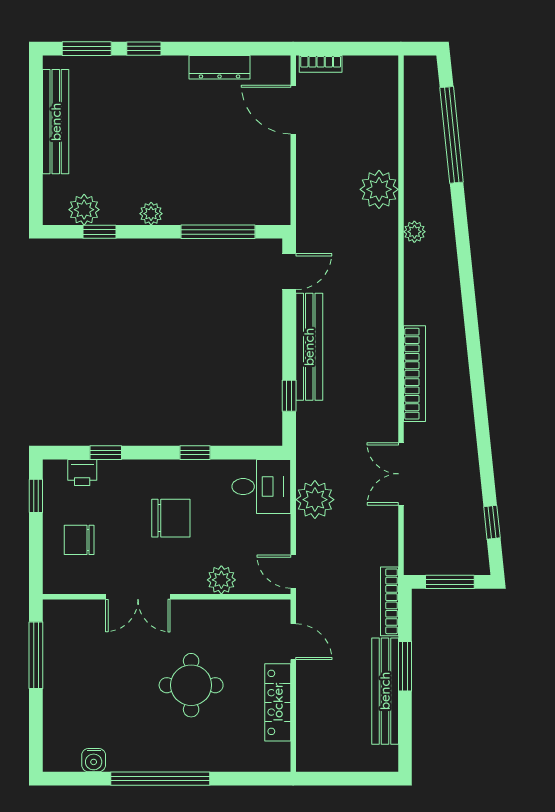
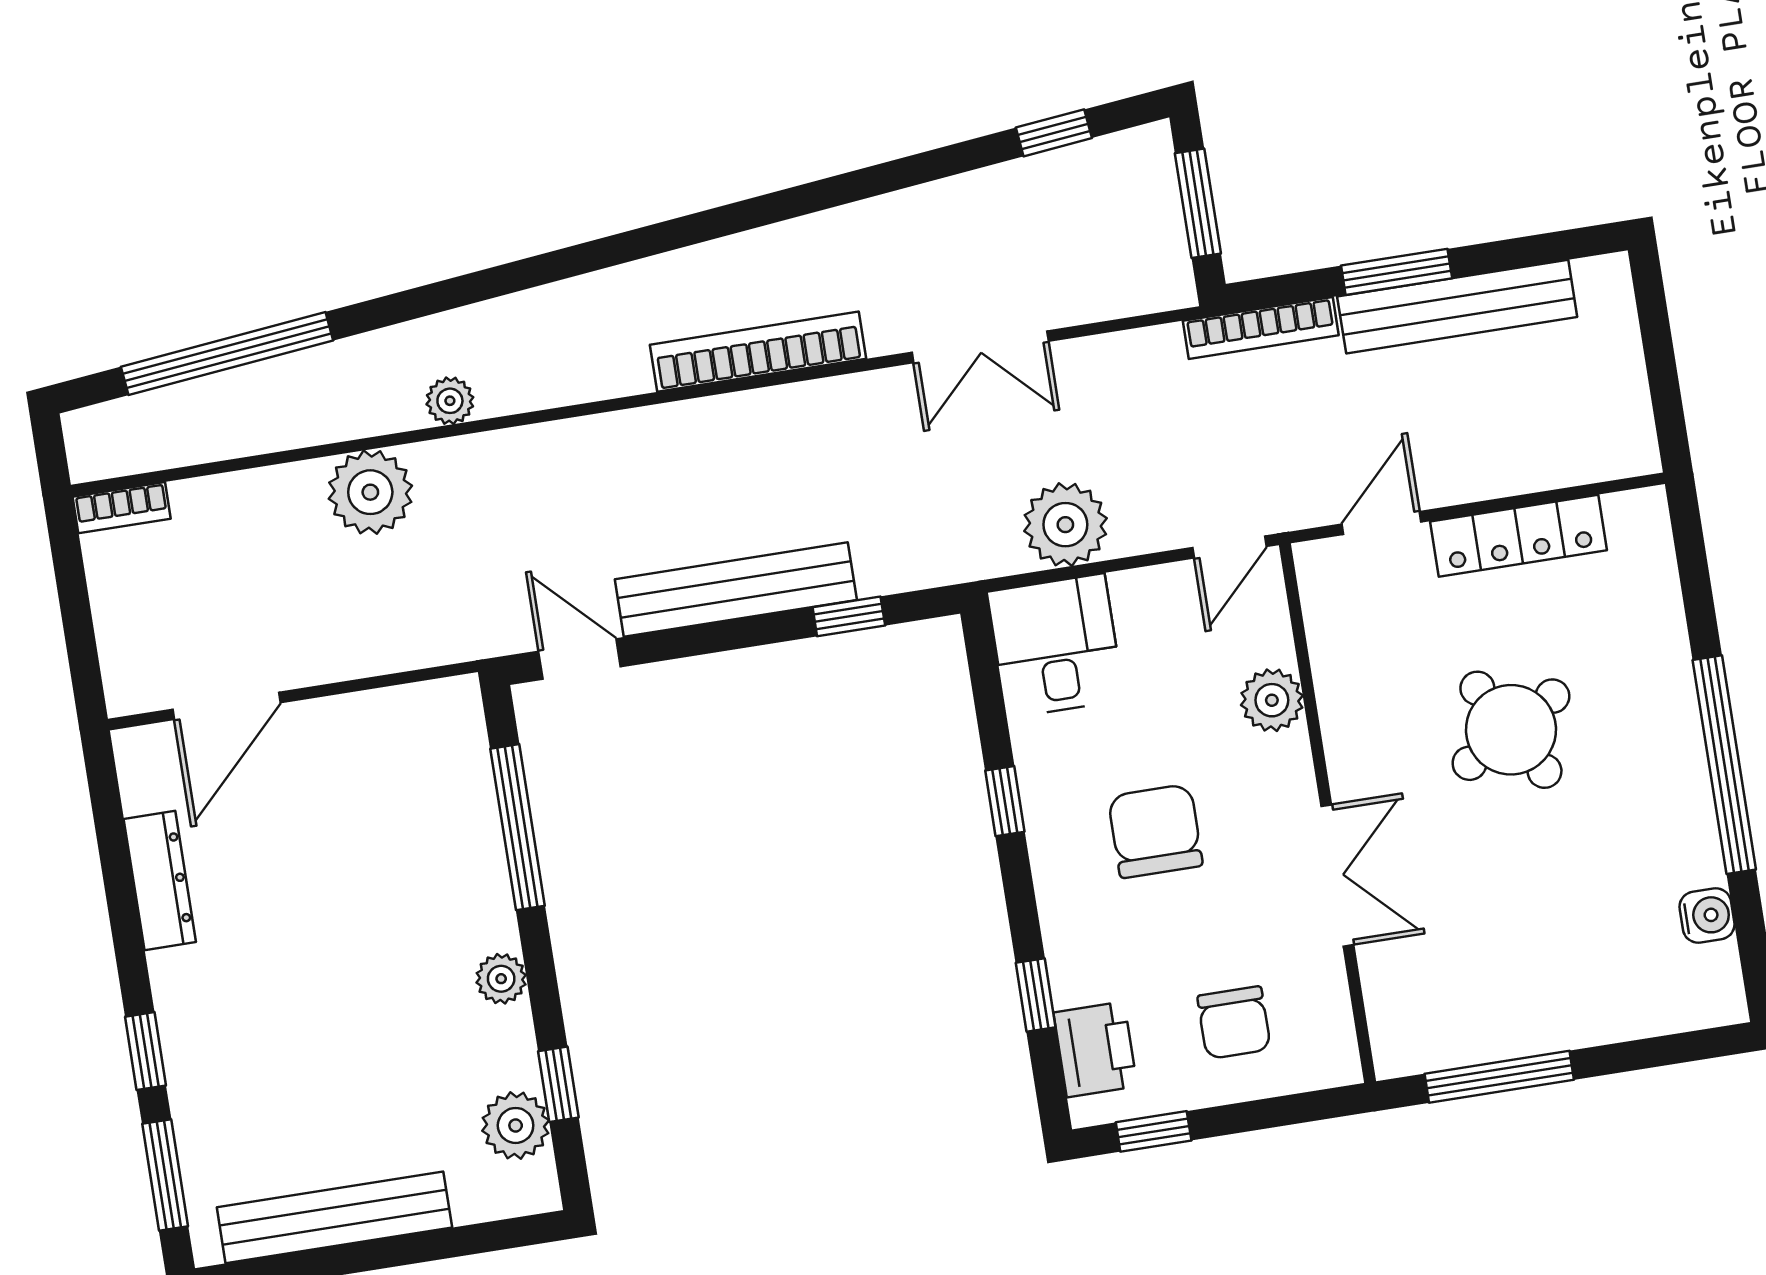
bookcase: (321, 64) -> (122, 508), moved, turned 90
printer: (82, 472) -> (1095, 1049), width x1.36, depth x1.24
round table: (191, 685) -> (1511, 730), turned -30

